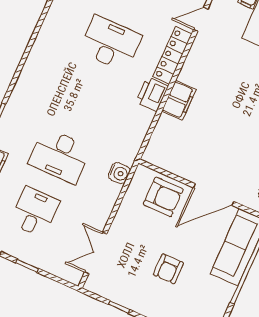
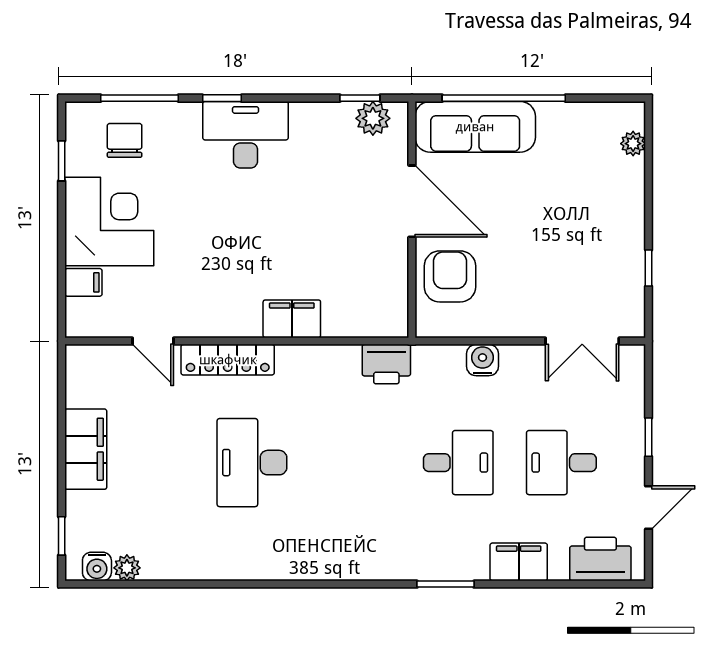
printer: (152, 94) -> (386, 364), moved
desk: (60, 156) -> (458, 463), width x0.73
water cooler: (119, 173) -> (483, 360), moved
armchair: (168, 269) -> (556, 219), removed

